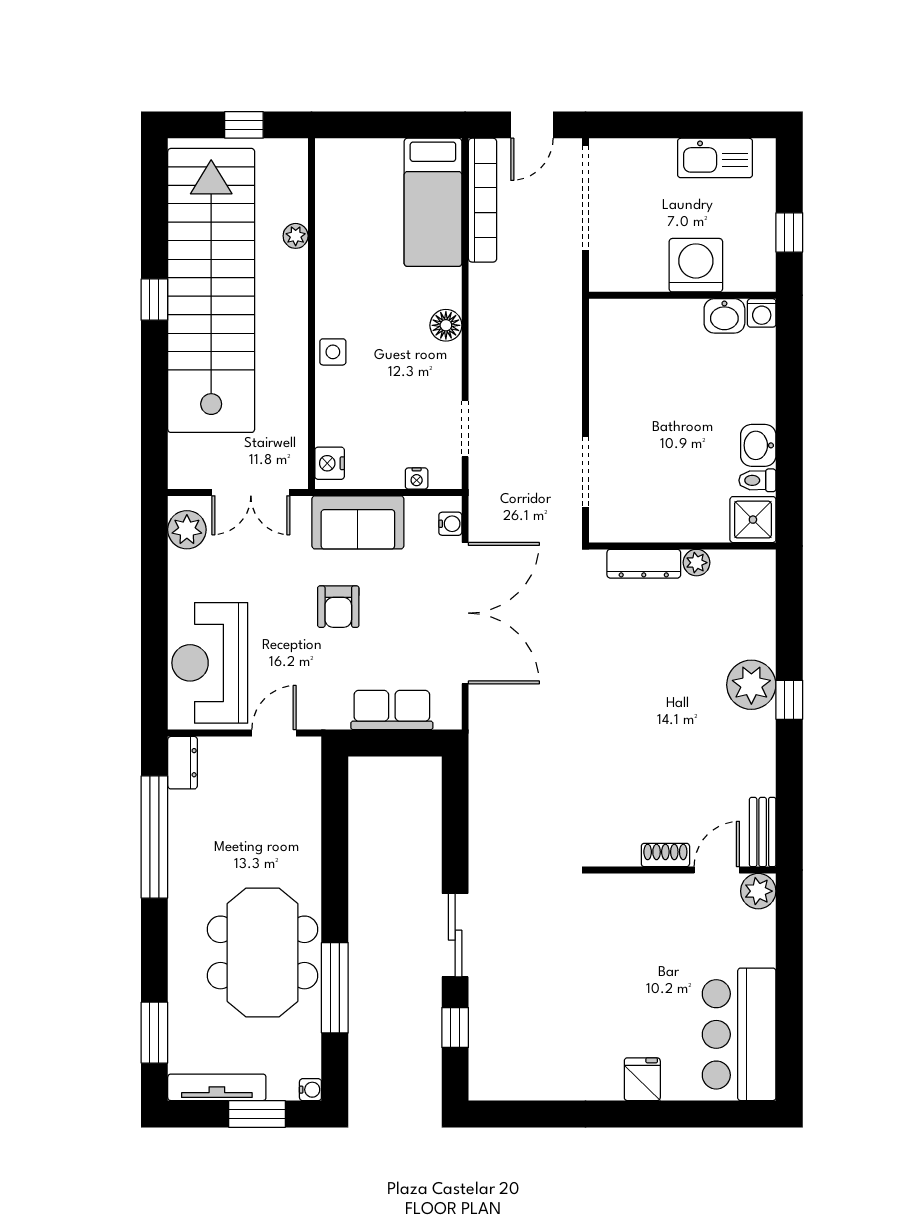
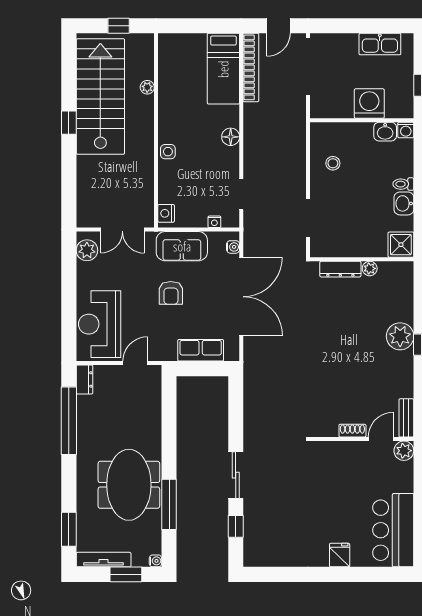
stairs: (211, 290) -> (100, 97), width x0.73
stool: (630, 373) -> (333, 163), added
toilet: (757, 480) -> (403, 184), moved

